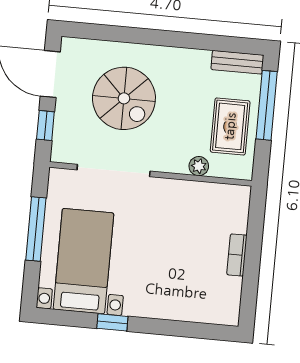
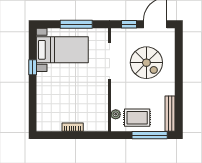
bench: (237, 62) -> (170, 114), width x1.36
spiral stairs: (124, 98) -> (146, 63), turned -90
plant: (199, 166) -> (116, 114), moved

